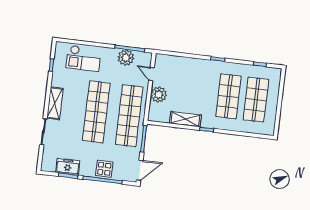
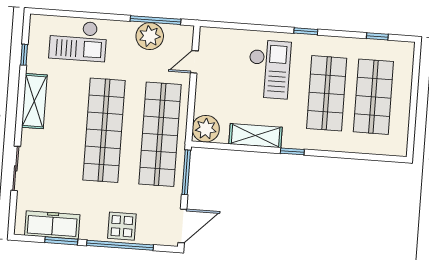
door: (151, 74) -> (194, 62), hinge flipped
checkout: (195, 80) -> (269, 69), added
plant: (159, 95) -> (206, 129), moved
shelving: (55, 103) -> (34, 101), moved
freezer: (68, 167) -> (52, 225), width x1.40

